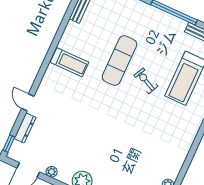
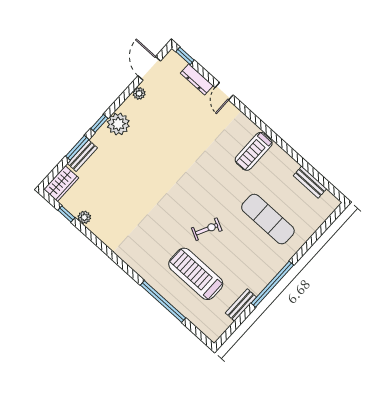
exercise mat: (120, 61) -> (268, 219), moved
door: (28, 102) -> (224, 91), swing flipped

